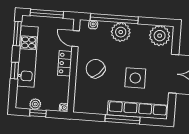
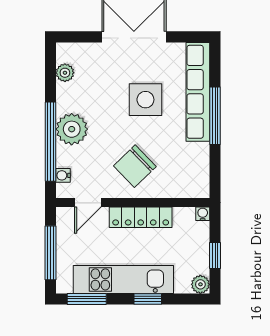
plant: (160, 36) -> (65, 73), width x0.53, depth x0.53
locker: (65, 63) -> (141, 217), width x1.53
plant: (35, 104) -> (200, 284), moved

